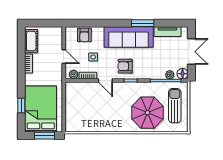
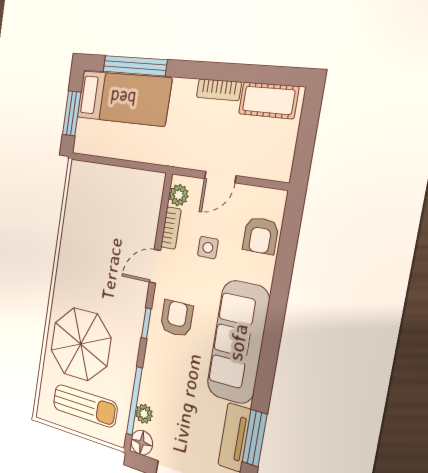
window: (143, 23) -> (255, 438), moved
armchair: (84, 35) -> (261, 235), turned -90
window: (21, 106) -> (135, 66), width x2.17
bed: (41, 109) -> (123, 98), width x0.67

